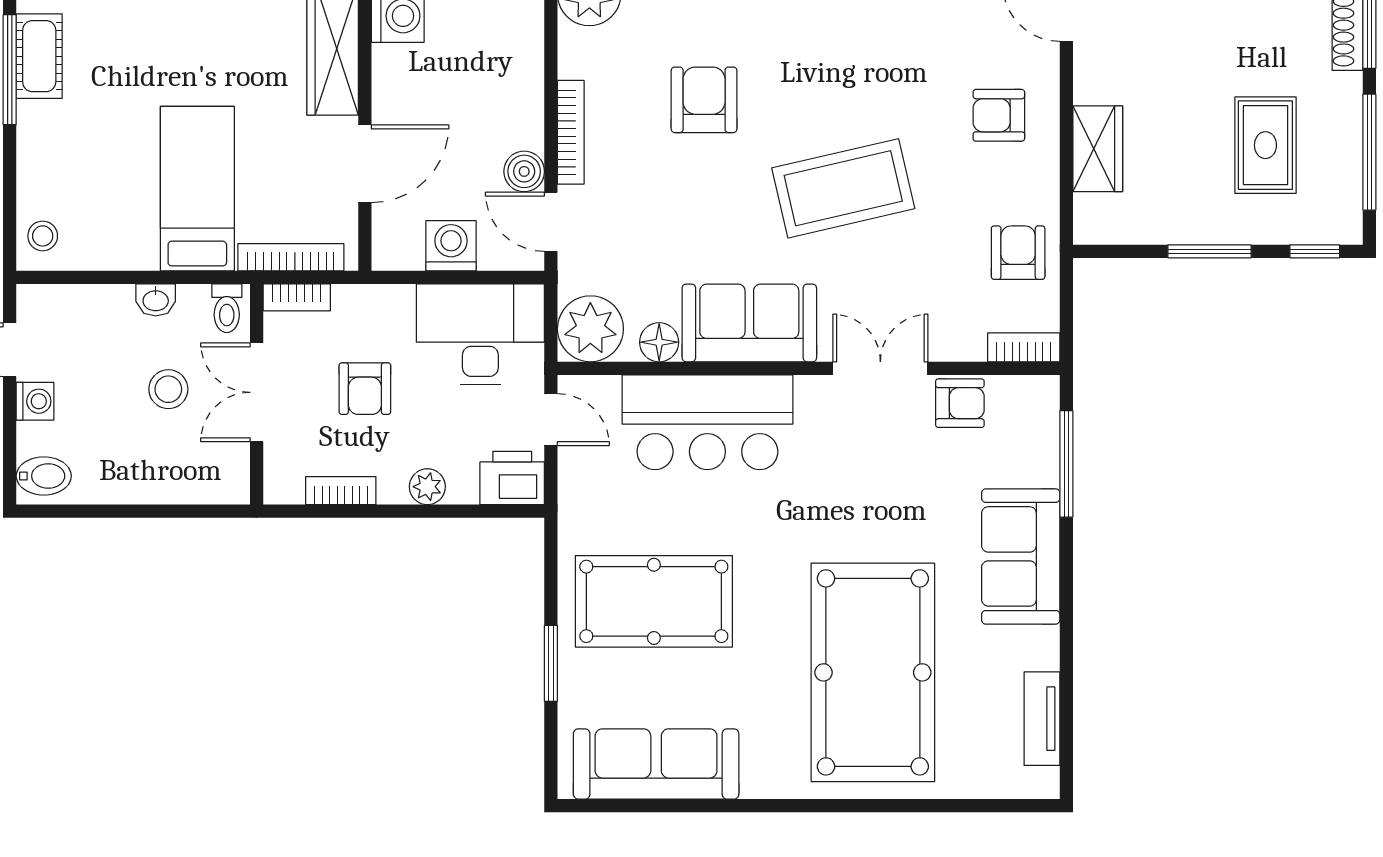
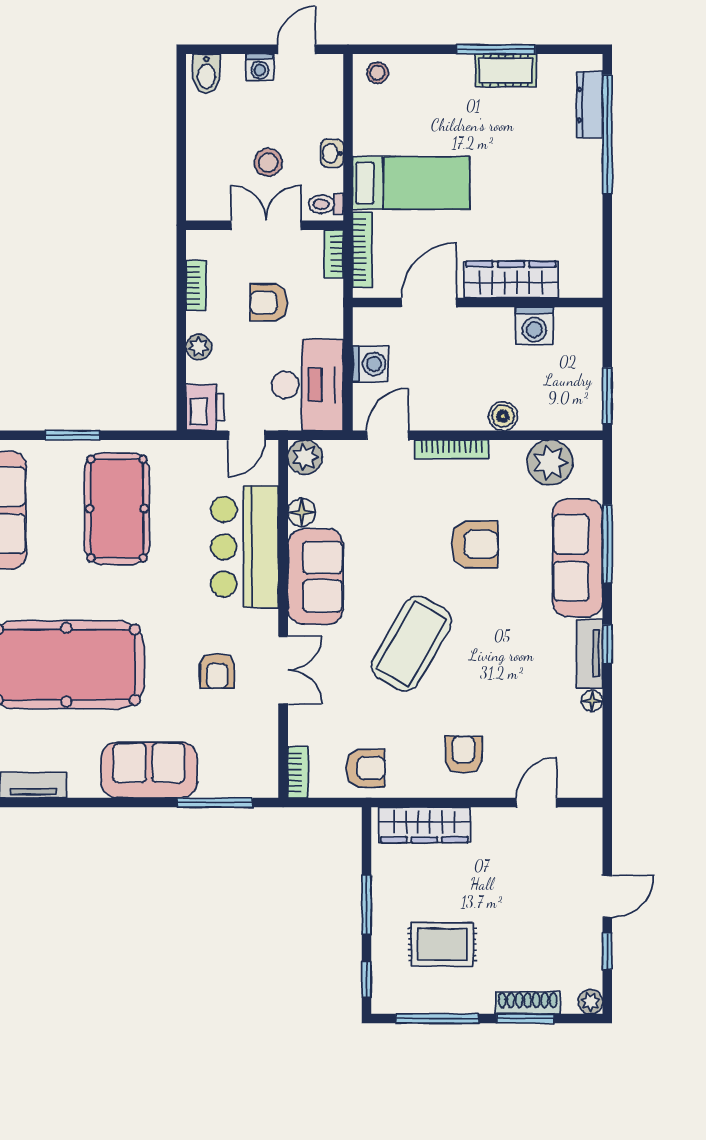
wardrobe: (1098, 149) -> (424, 825), width x1.50
door: (365, 164) -> (429, 302), swing flipped
boiler: (524, 171) -> (503, 416), moved
coffee table: (843, 188) -> (411, 644), turned 43
plant: (590, 329) -> (305, 457), width x0.73, depth x0.73
armchair: (960, 403) -> (217, 671), moved

